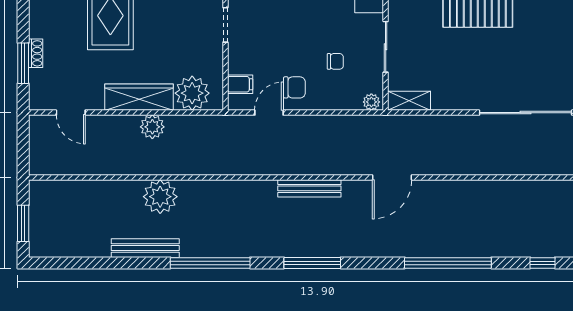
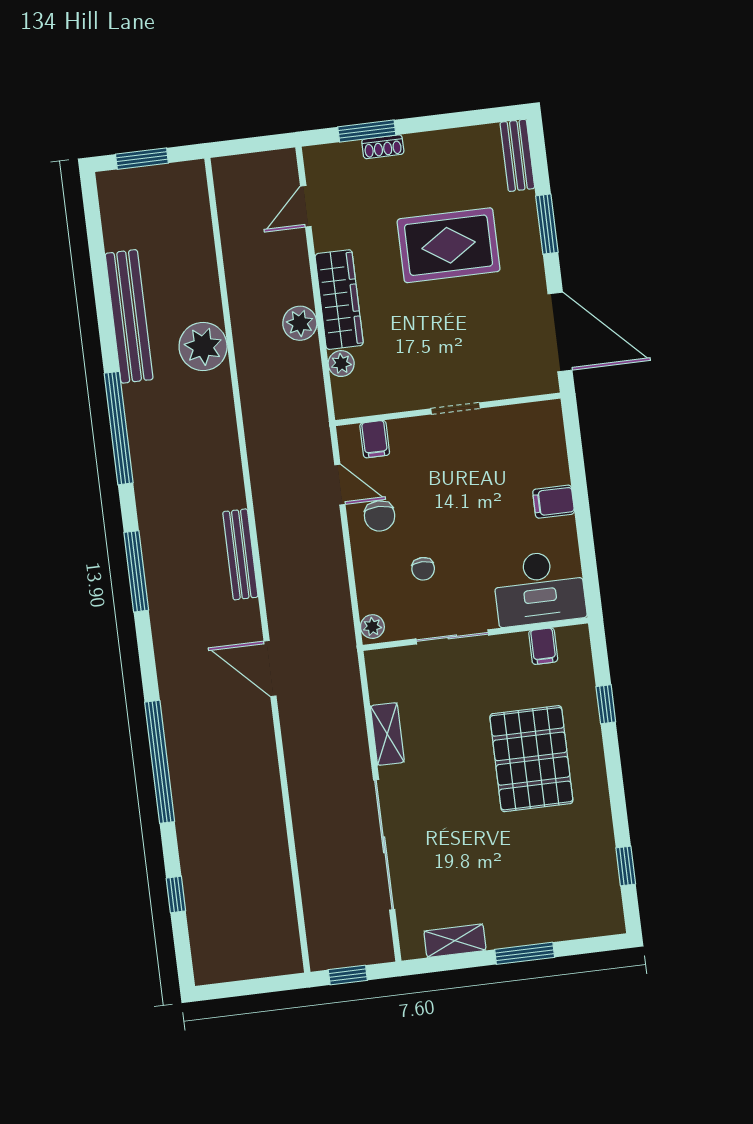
plant: (192, 93) -> (341, 364), width x0.53, depth x0.53
shelving: (409, 101) -> (387, 734), moved
bench: (145, 248) -> (129, 316), width x1.37, depth x1.21

